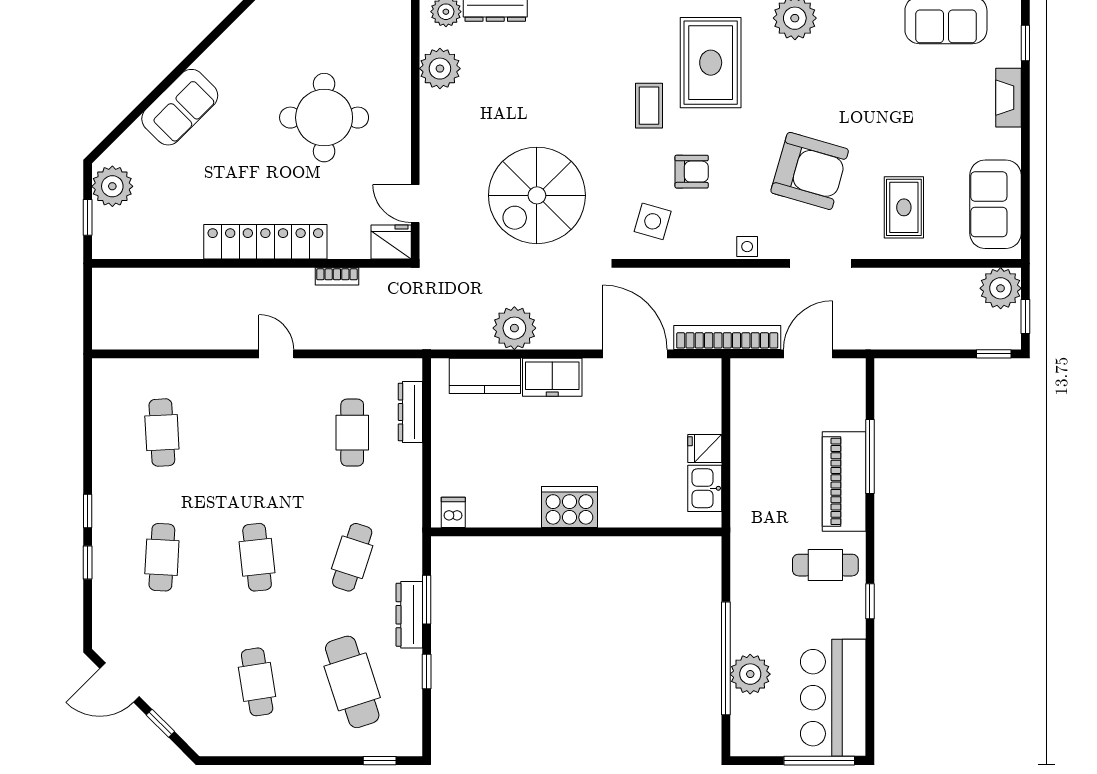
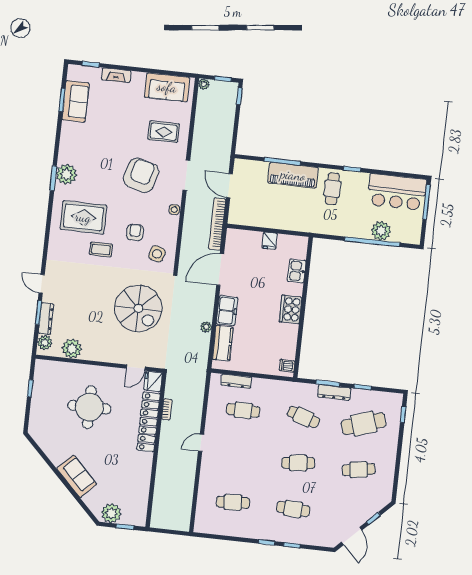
locker: (265, 242) -> (149, 422), moved
plant: (1001, 288) -> (204, 84), width x0.53, depth x0.53
plant: (514, 328) -> (206, 327), width x0.53, depth x0.53
kitchen sink: (705, 488) -> (297, 271), moved, turned 90

